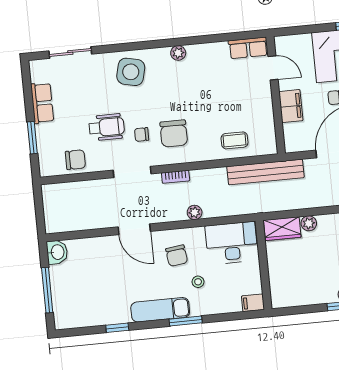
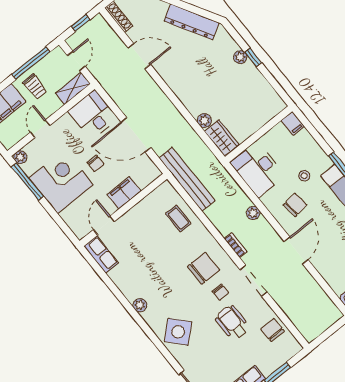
side table: (131, 72) -> (178, 332), turned 35

